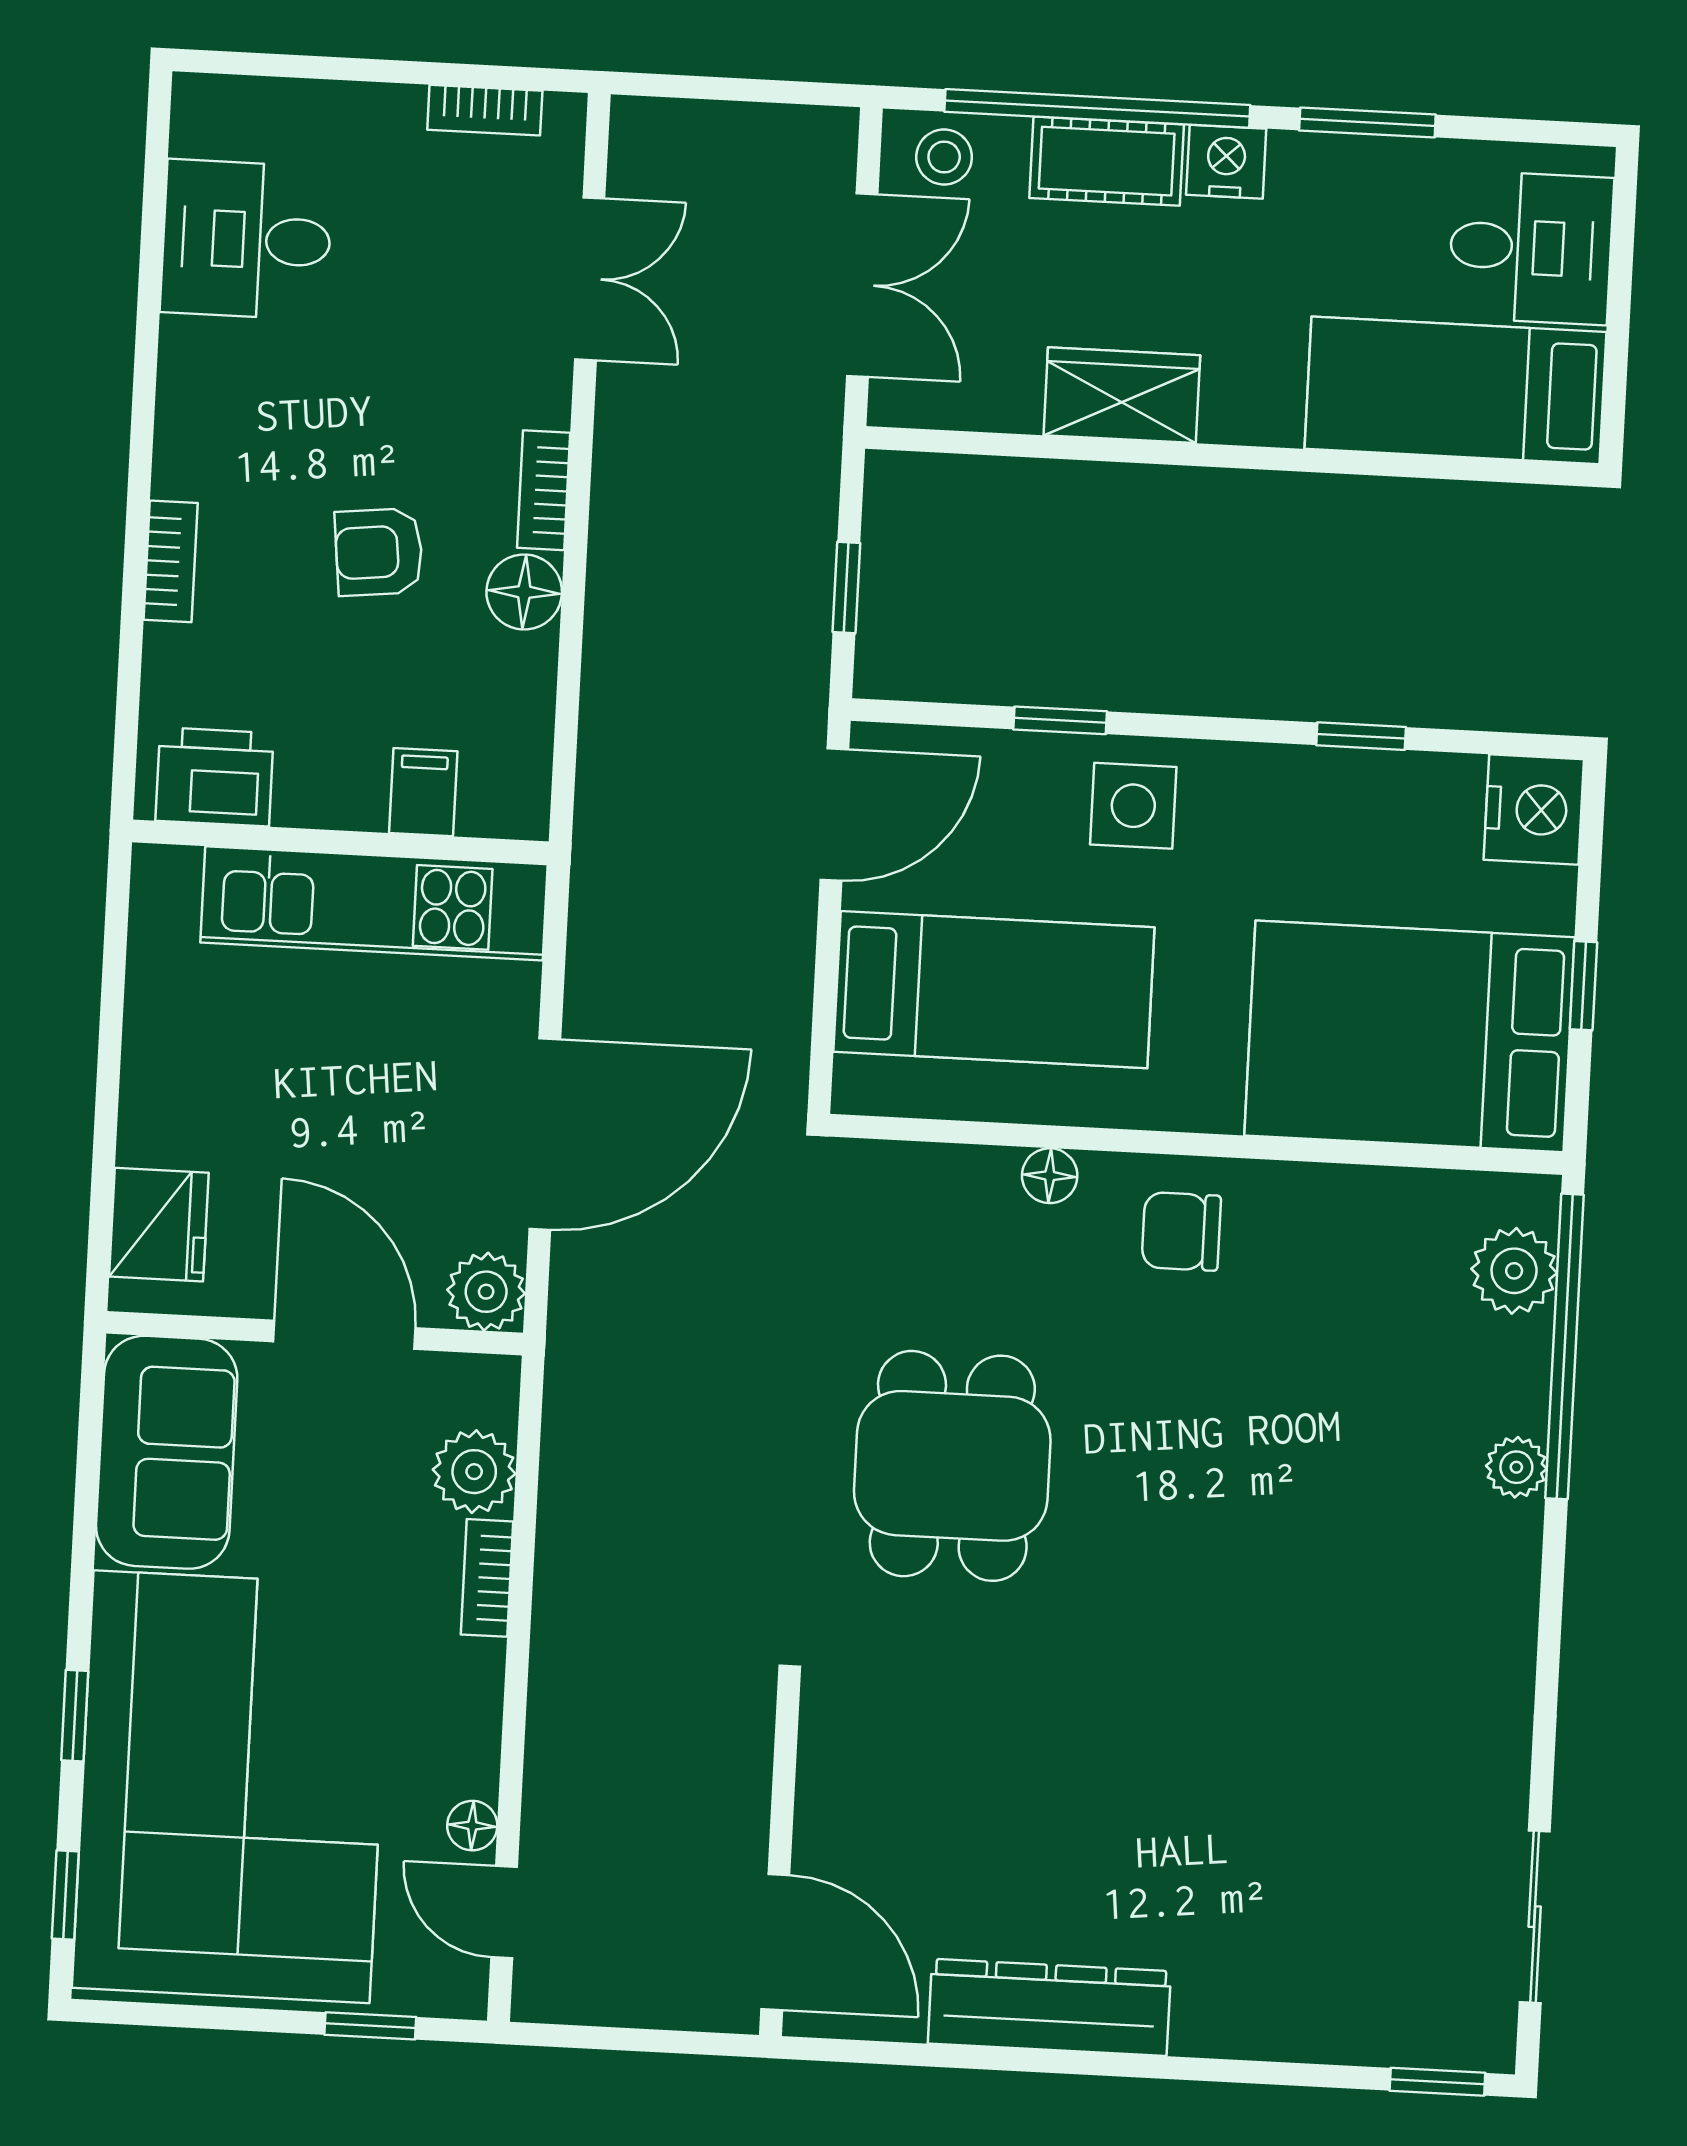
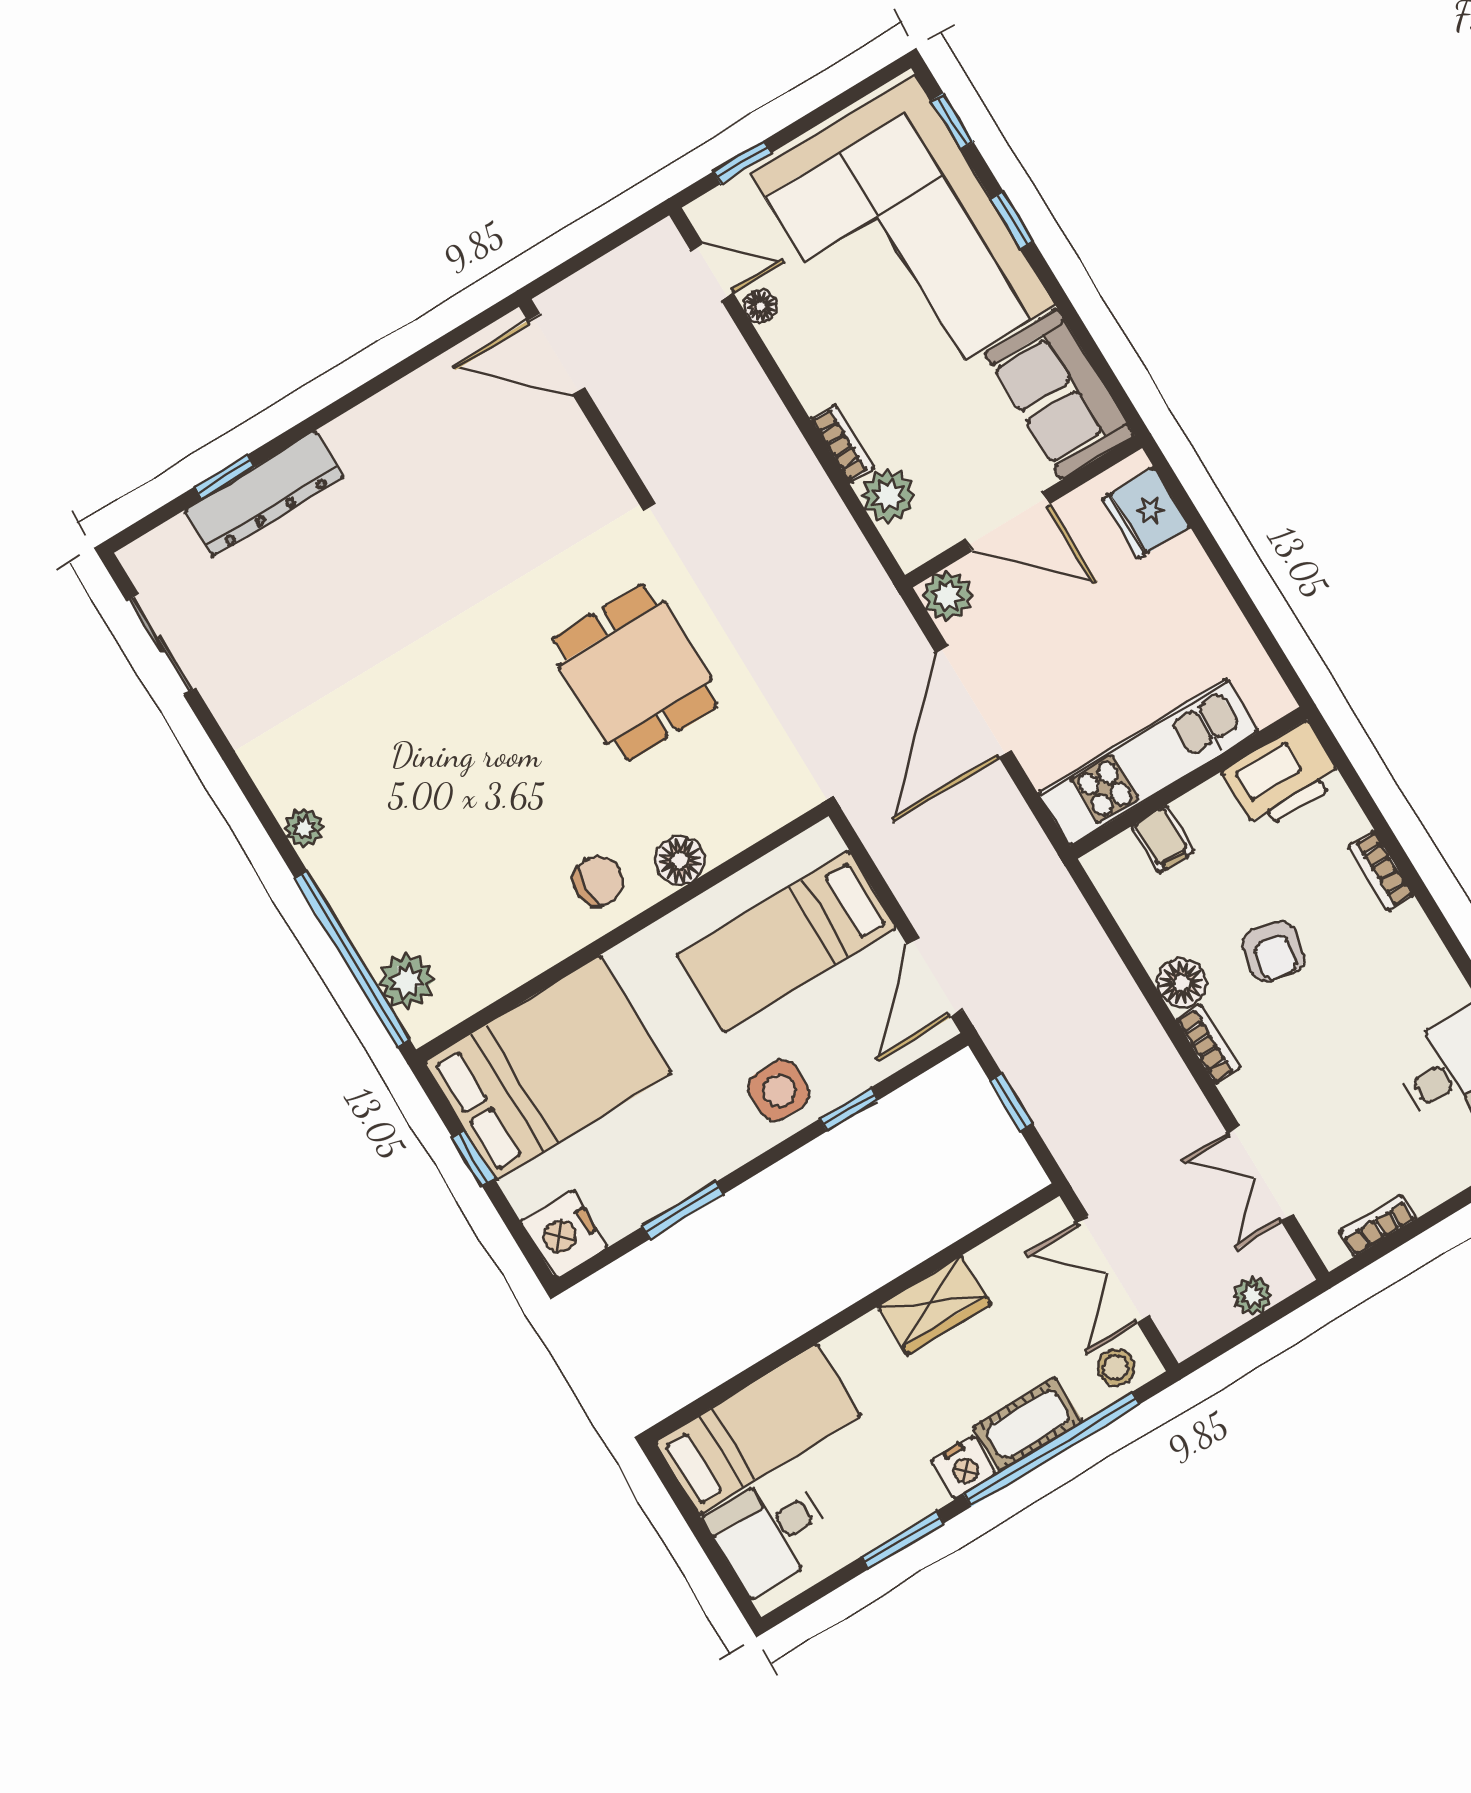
plant: (706, 130) -> (1253, 1296), added
armchair: (379, 552) -> (1273, 951), turned 108
window: (1361, 736) -> (683, 1210), width x1.50
printer: (215, 777) -> (1282, 777), width x1.37, depth x1.19
floor lamp: (1050, 1176) -> (680, 861), width x1.37, depth x1.37
plant: (1516, 1467) -> (304, 828), moved
dresser: (1049, 2007) -> (264, 494), moved
window: (1437, 2082) -> (225, 477), moved

